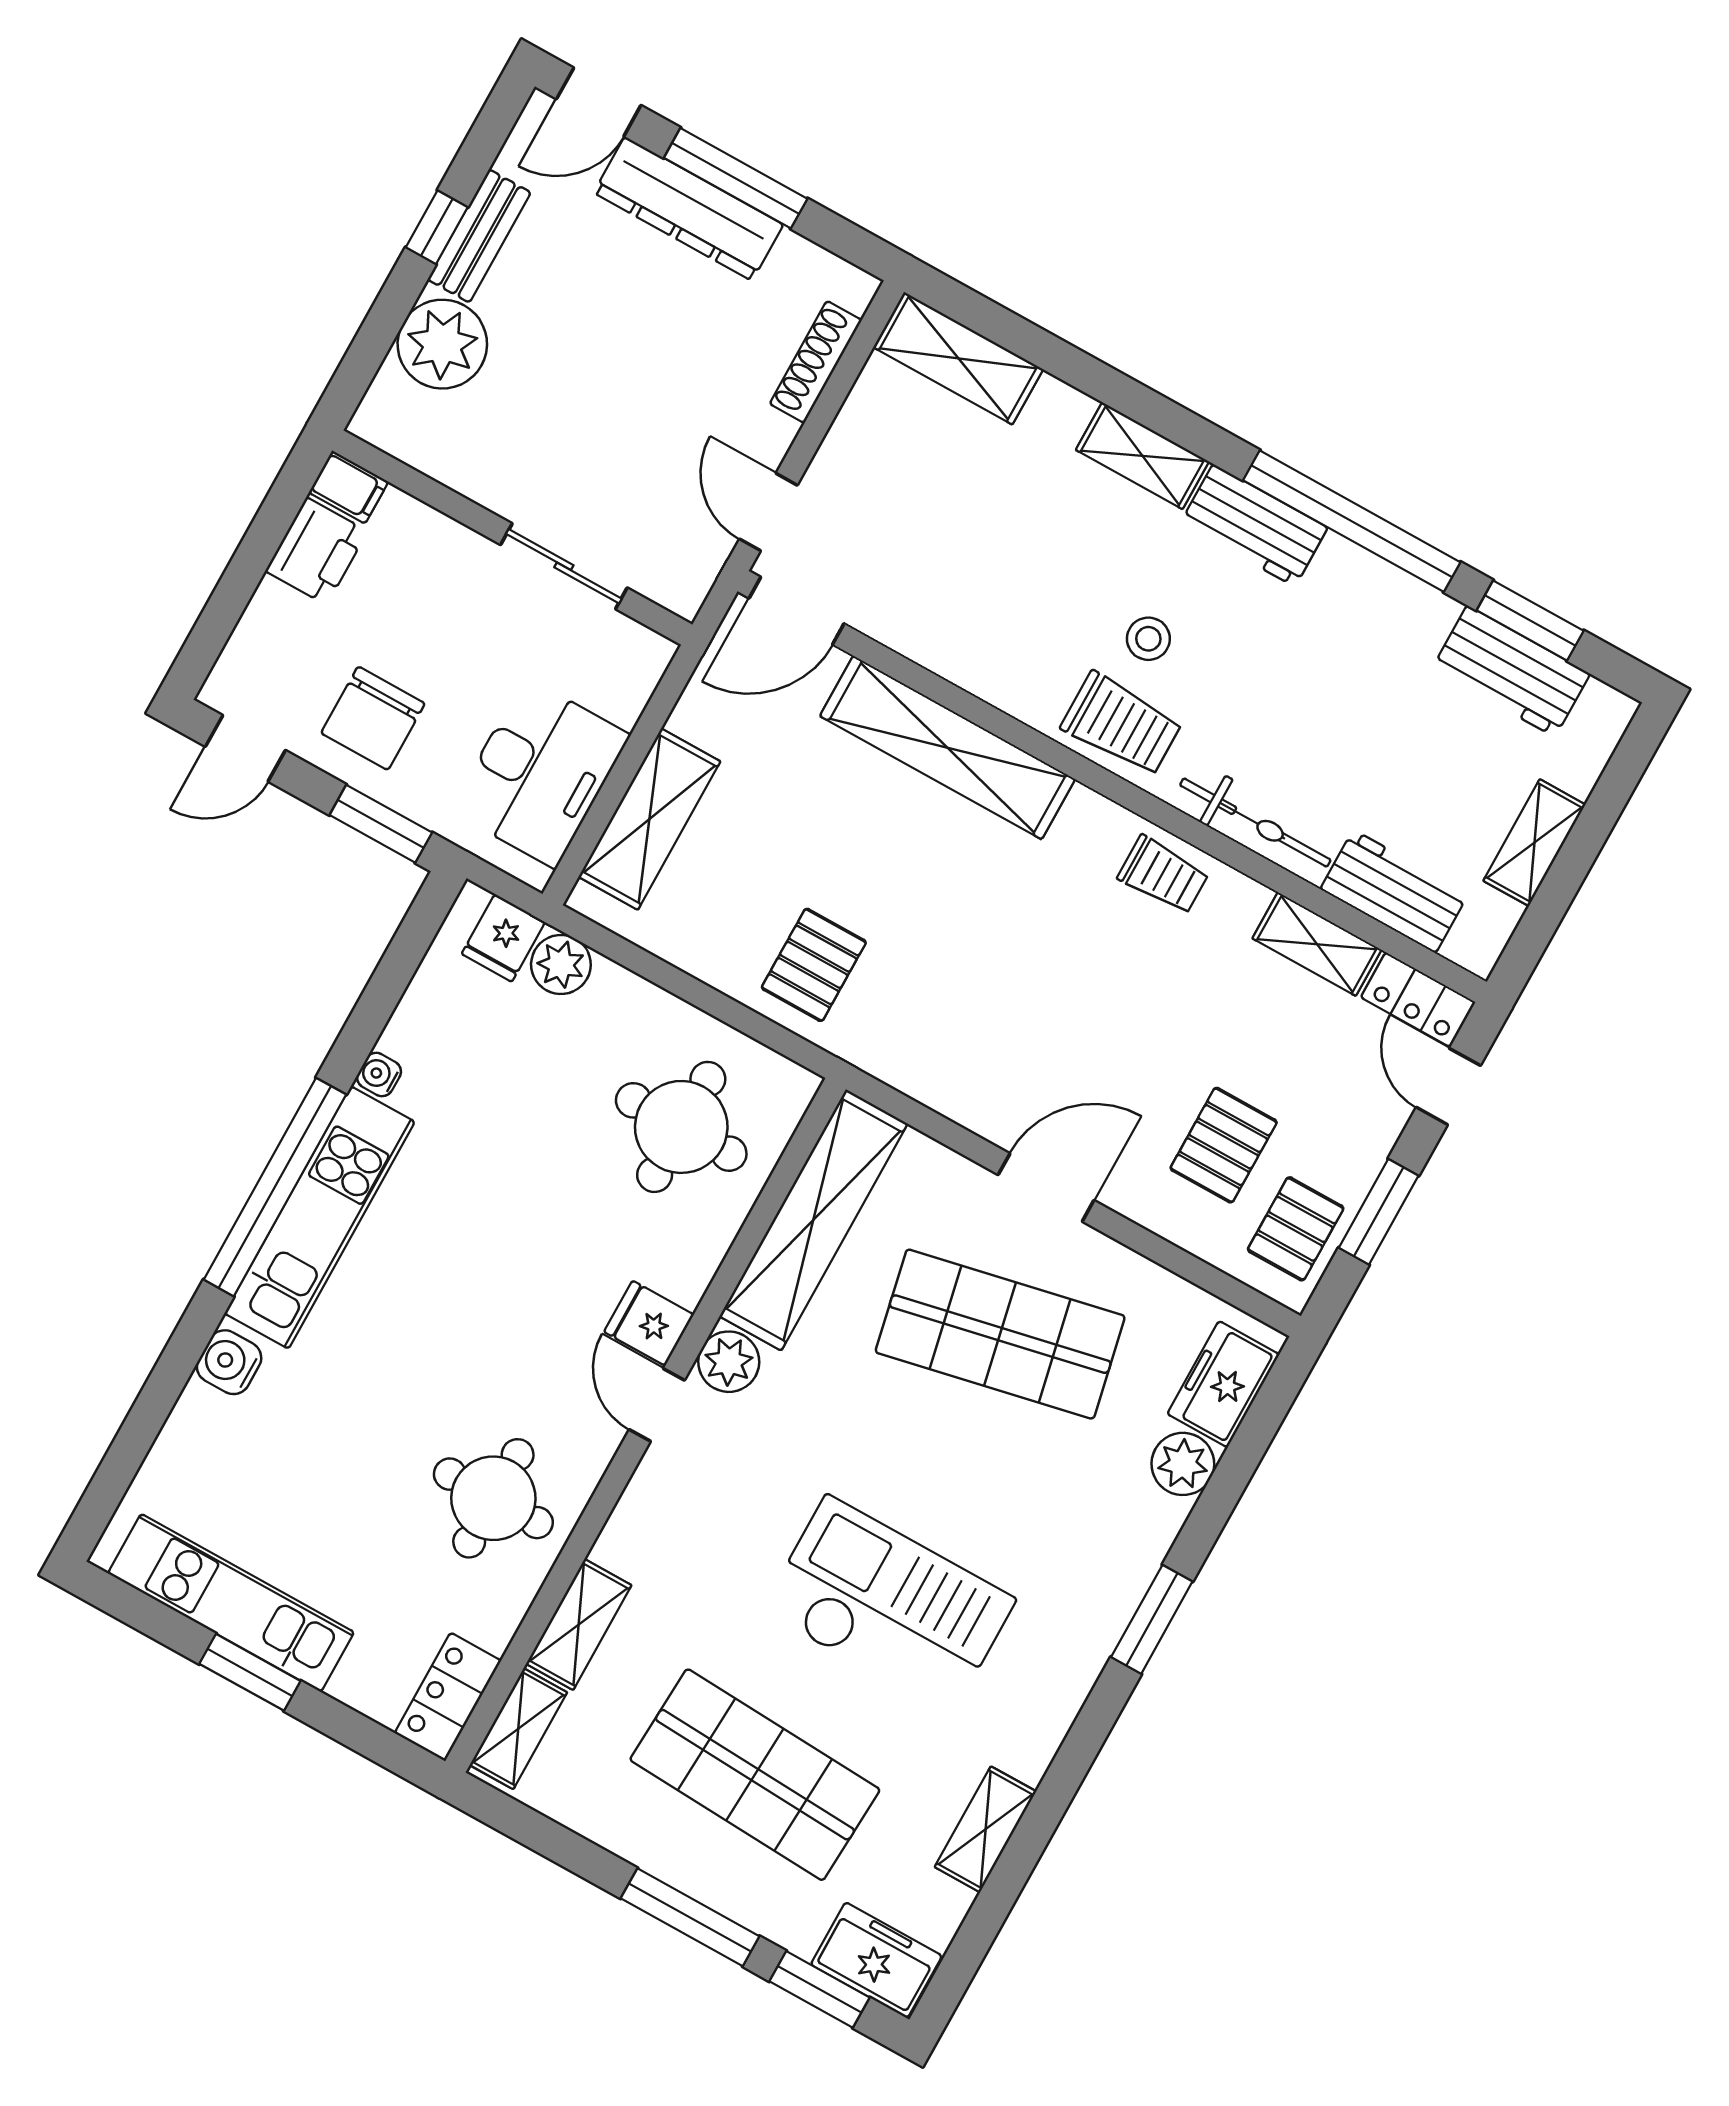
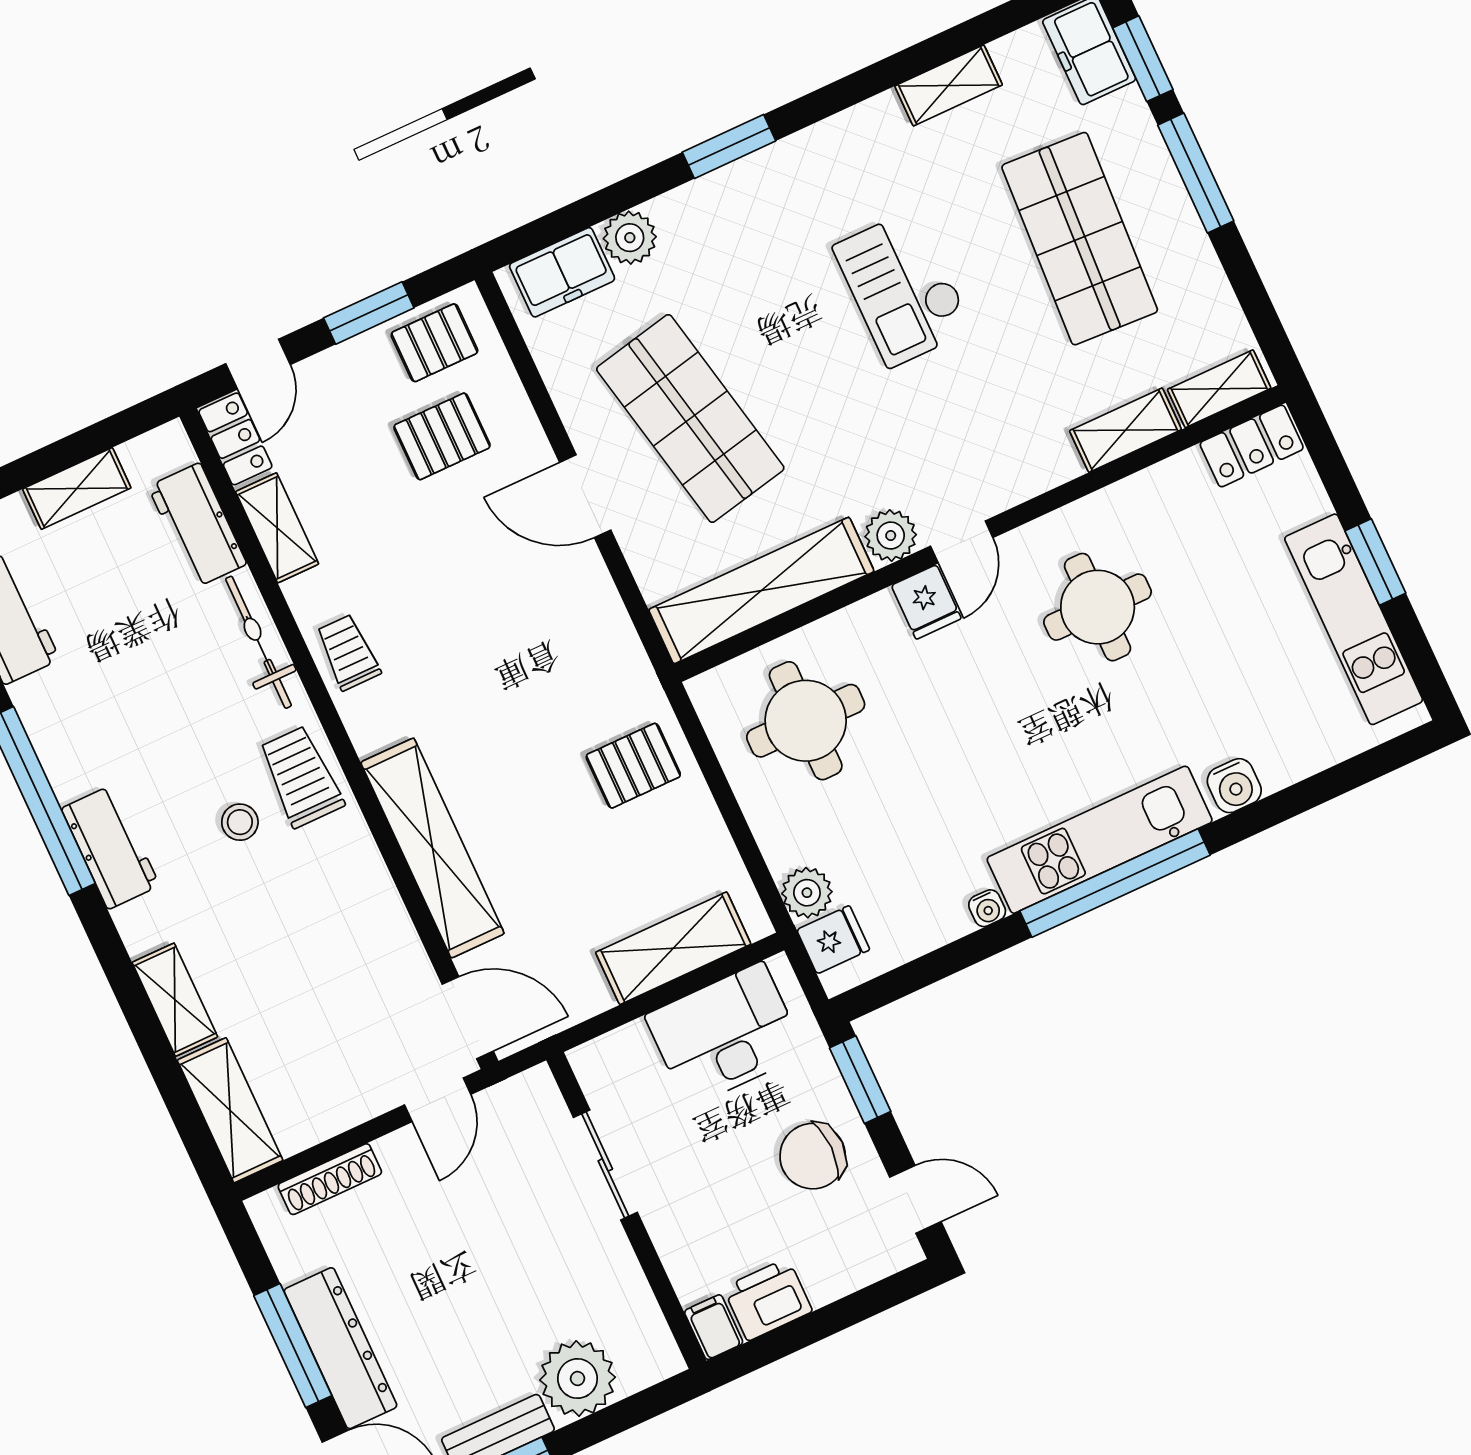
shelving: (1142, 456) -> (175, 1000), moved
chair: (373, 718) -> (813, 1156), turned 180
round table: (493, 1498) -> (1098, 607), moved
checkout: (889, 1605) -> (903, 288), width x0.73, depth x0.83

